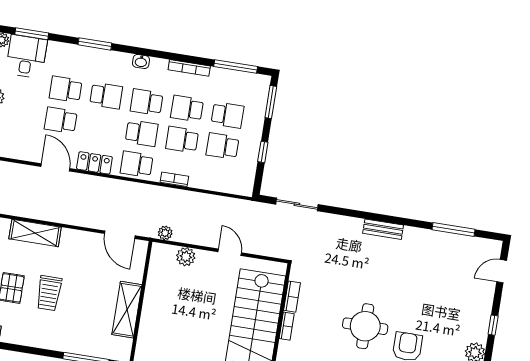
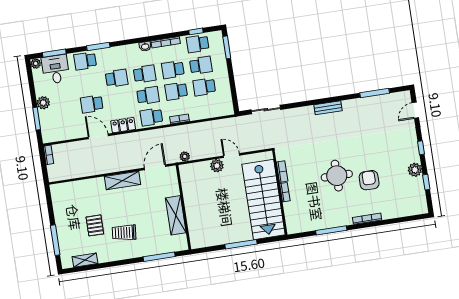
washbasin: (141, 61) -> (145, 46), moved
window: (236, 66) -> (196, 31), width x0.46
school desk: (232, 84) -> (198, 44), added
school desk: (66, 89) -> (85, 61), moved
school desk: (147, 102) -> (145, 74), turned 180
window: (263, 152) -> (232, 82), removed
shelving: (35, 233) -> (122, 180), moved
door: (120, 235) -> (155, 167), swing flipped
plant: (186, 257) -> (217, 166), moved
trolley: (49, 293) -> (124, 233), moved, turned 96

